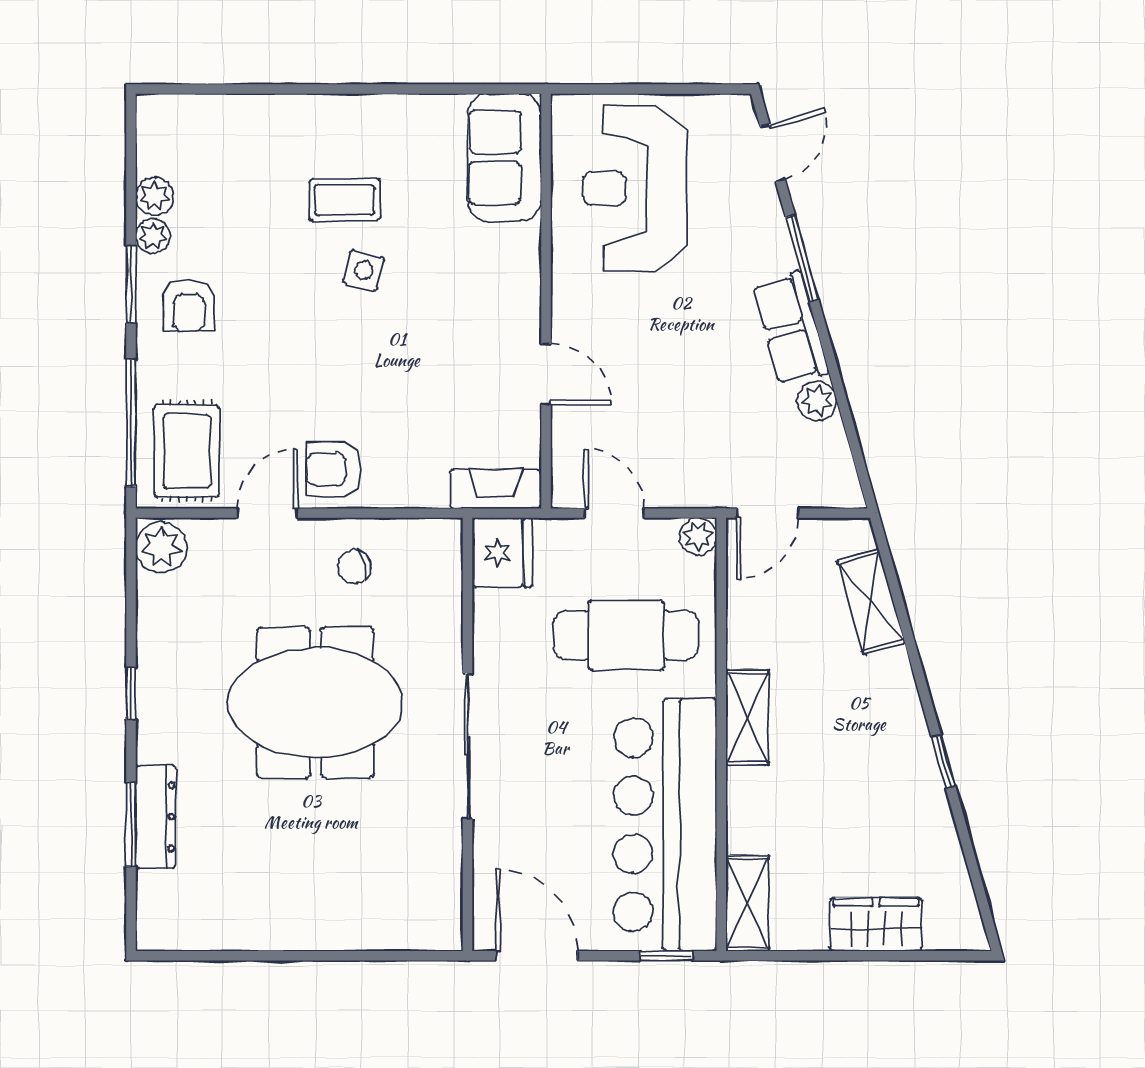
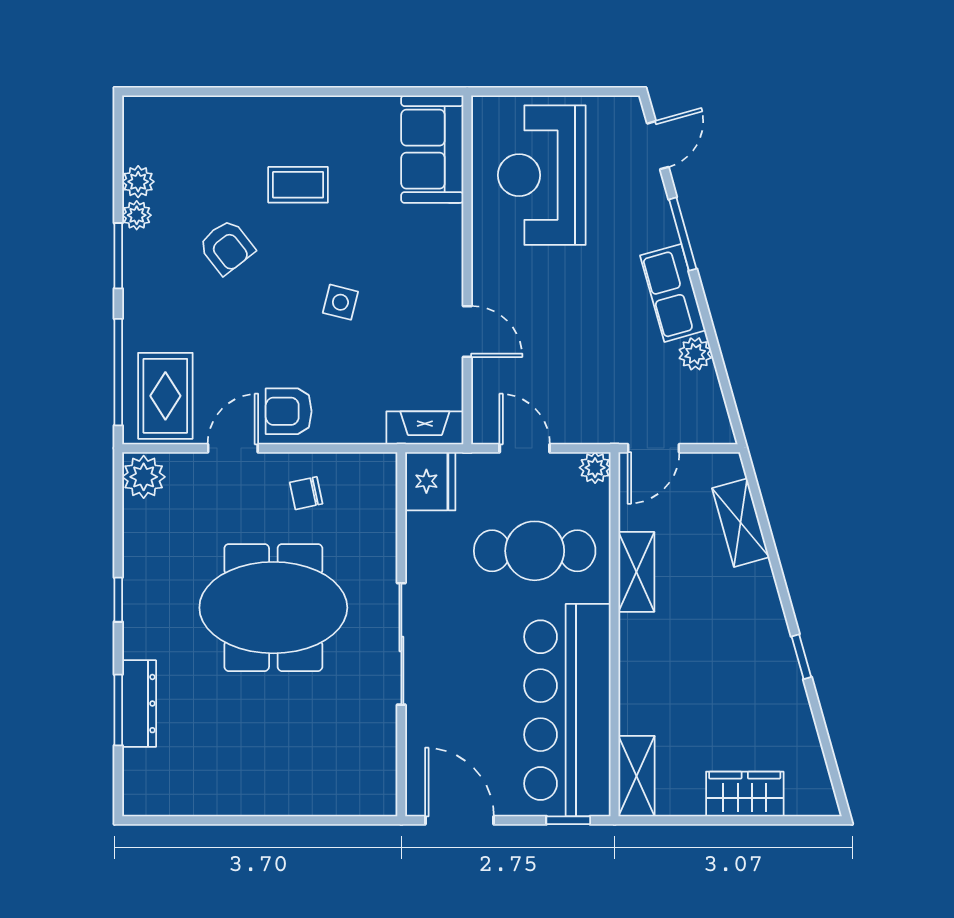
side table: (364, 270) -> (340, 302), moved
armchair: (189, 306) -> (227, 247), moved, turned -38
shelving: (747, 717) -> (636, 572), moved

